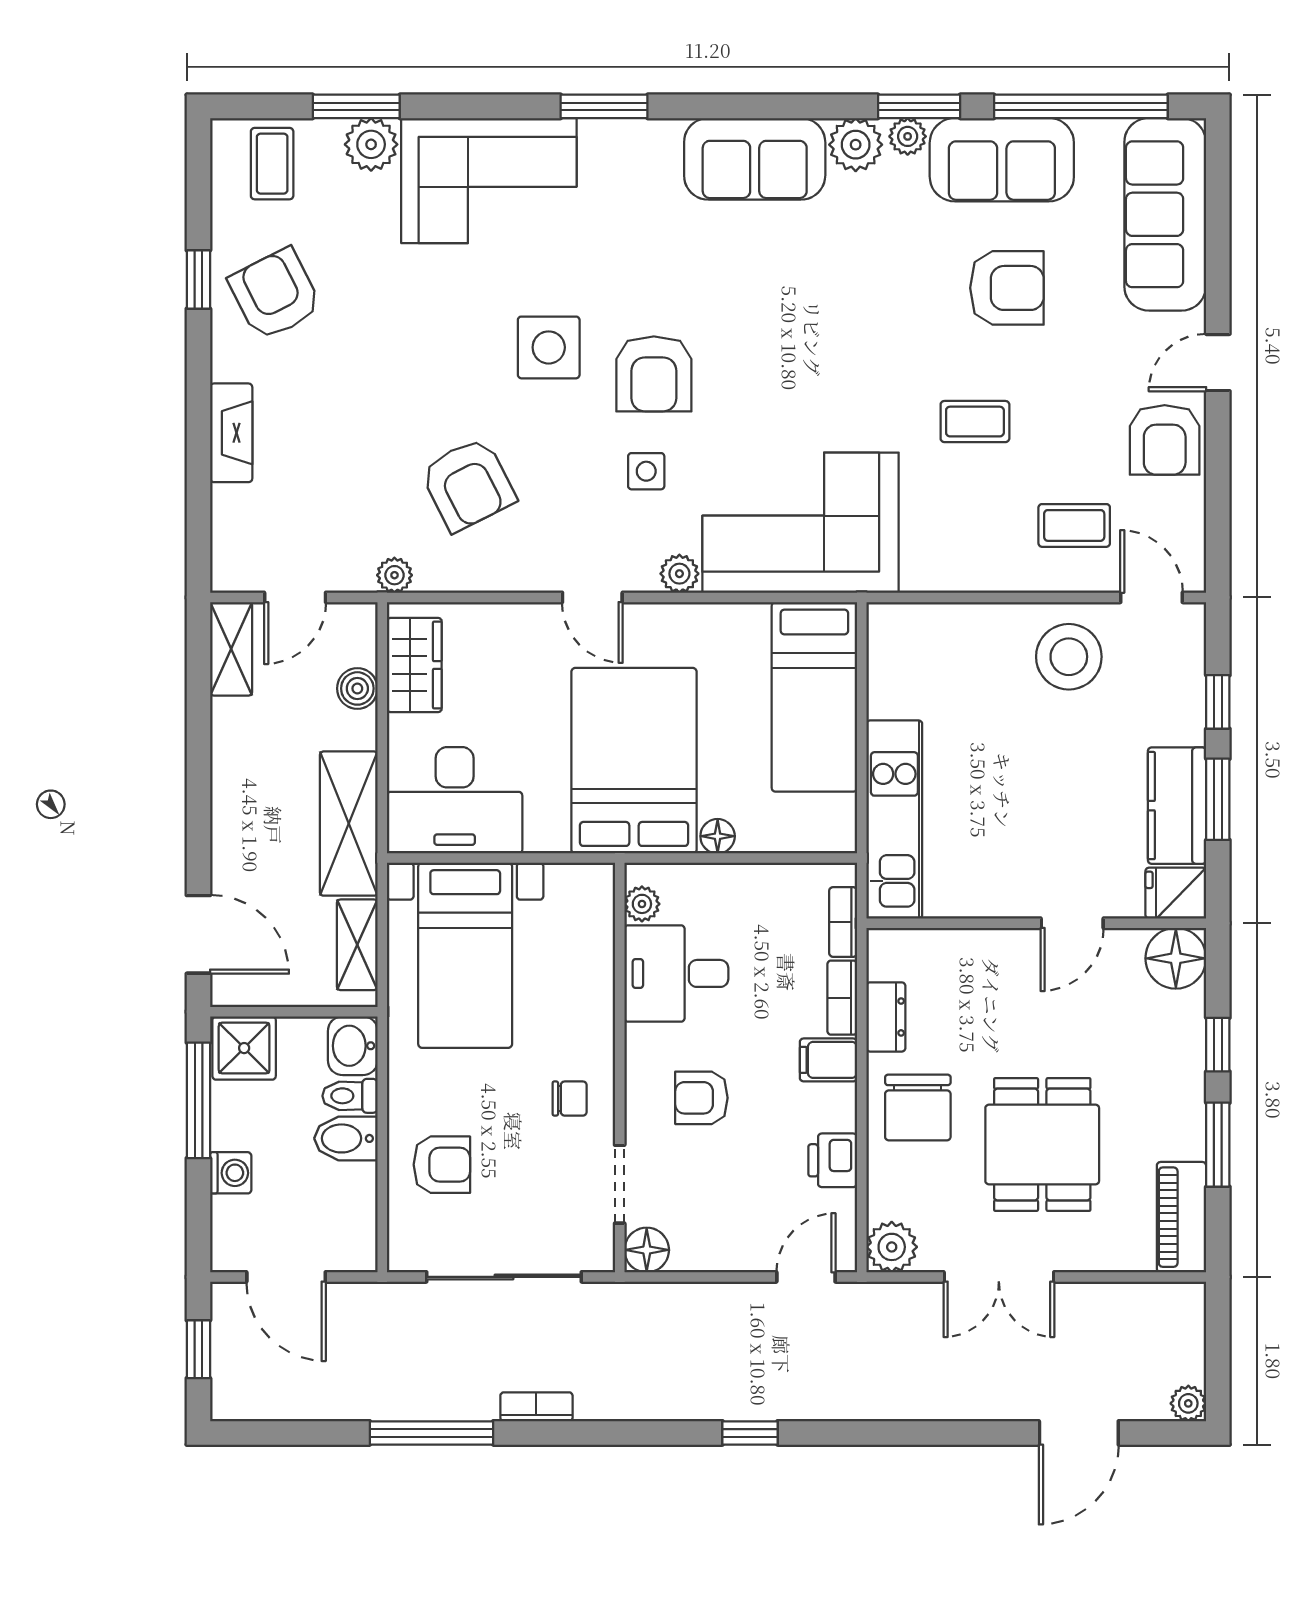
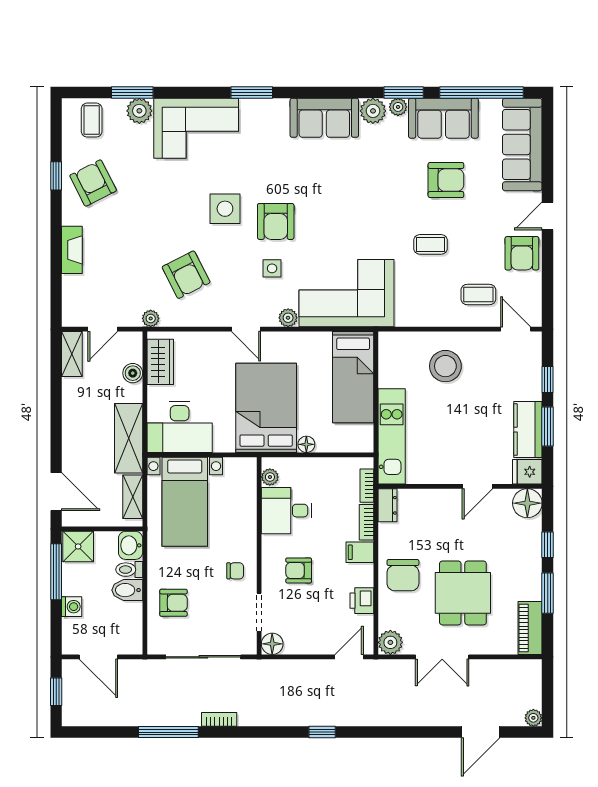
stool: (1069, 657) -> (445, 366), moved
dresser: (886, 1017) -> (388, 505), moved

